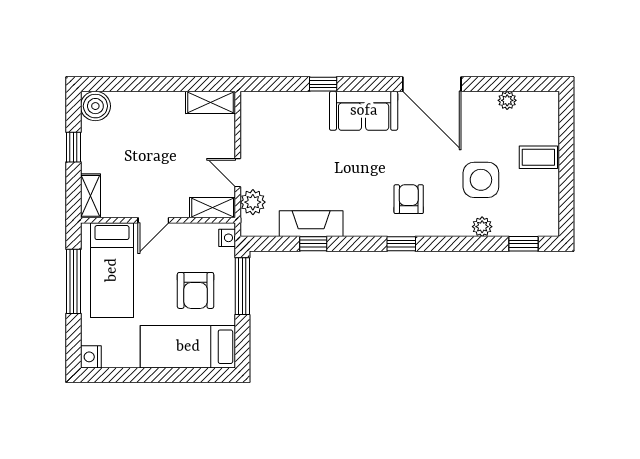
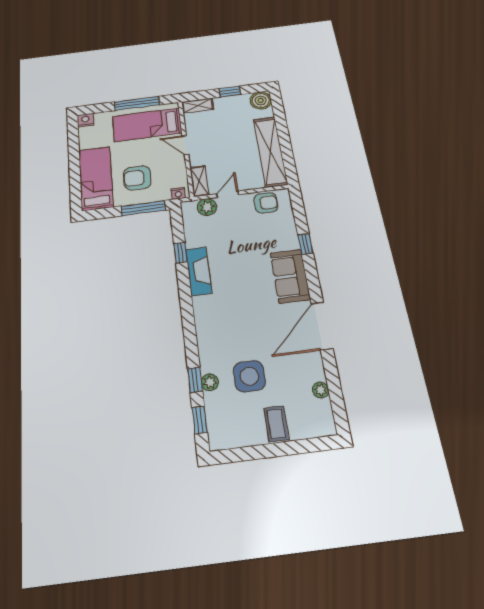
shelving: (211, 102) -> (270, 151), width x2.20, depth x1.33
armchair: (409, 199) -> (266, 203), moved
fireplace: (311, 224) -> (199, 271), moved
window: (401, 244) -> (195, 380), moved

